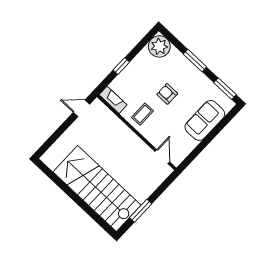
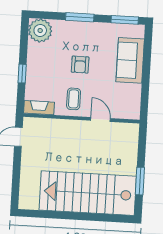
armchair: (167, 94) -> (80, 65), turned -90
door: (162, 157) -> (101, 119), moved

